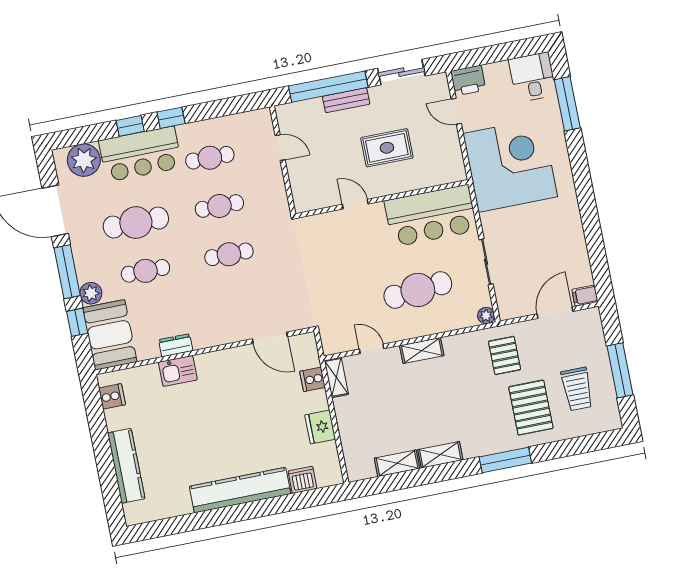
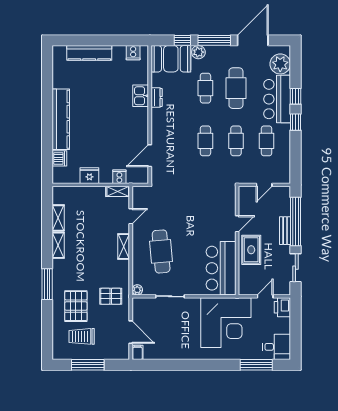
wall: (382, 199) -> (237, 241), moved
door: (355, 204) -> (237, 224), moved
bar counter: (431, 216) -> (221, 268), moved
pallet: (531, 408) -> (76, 306), turned 90

